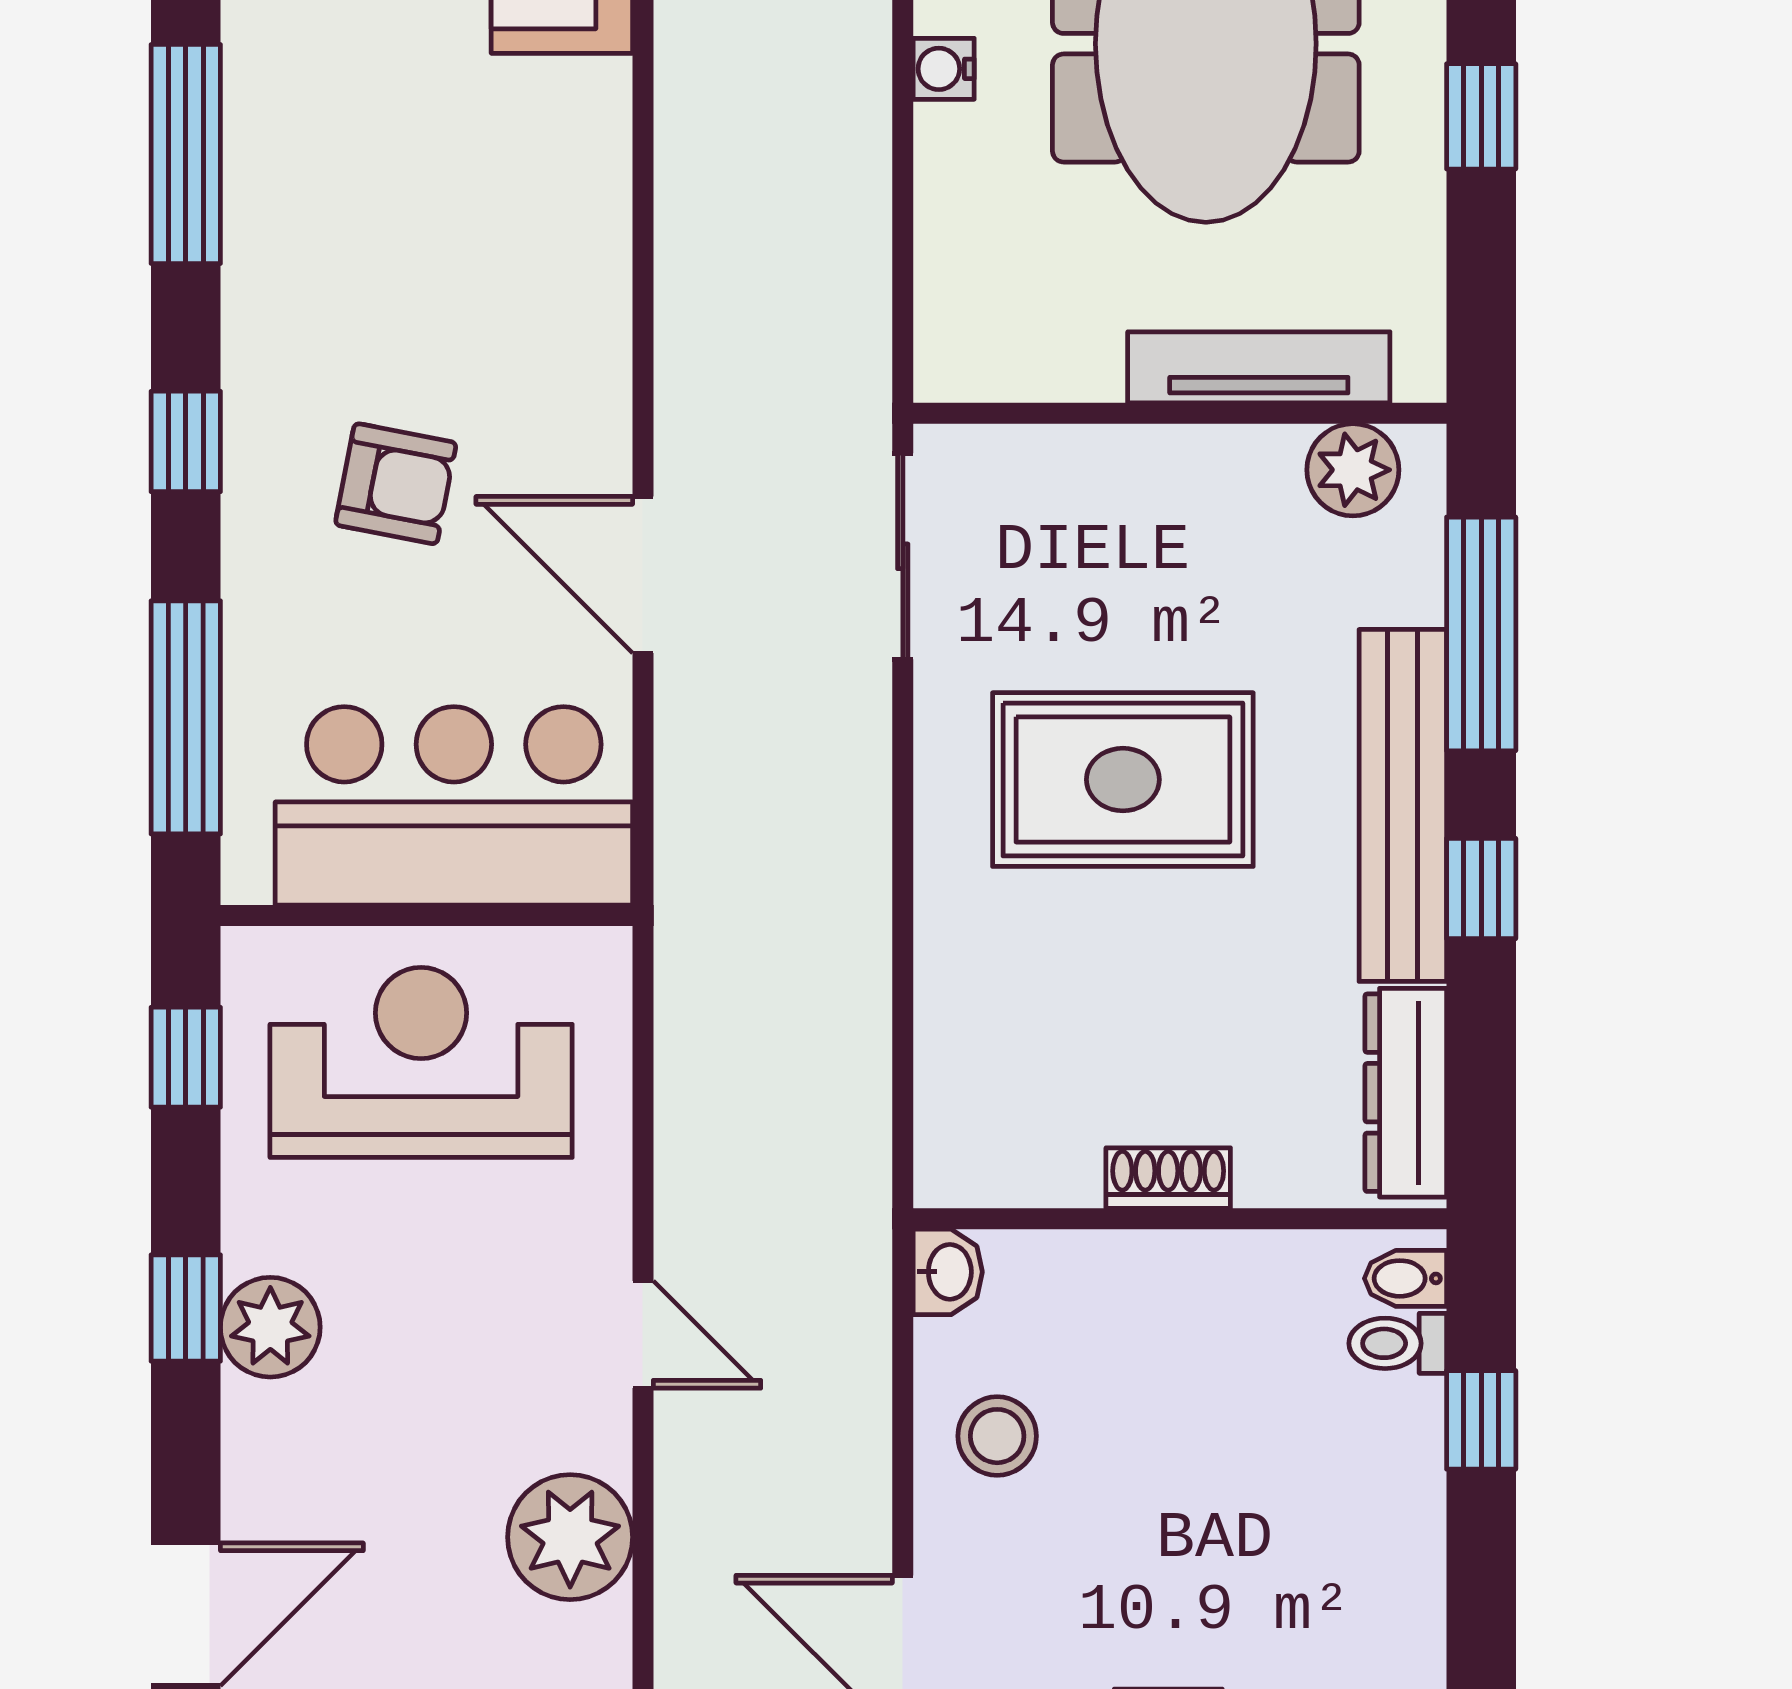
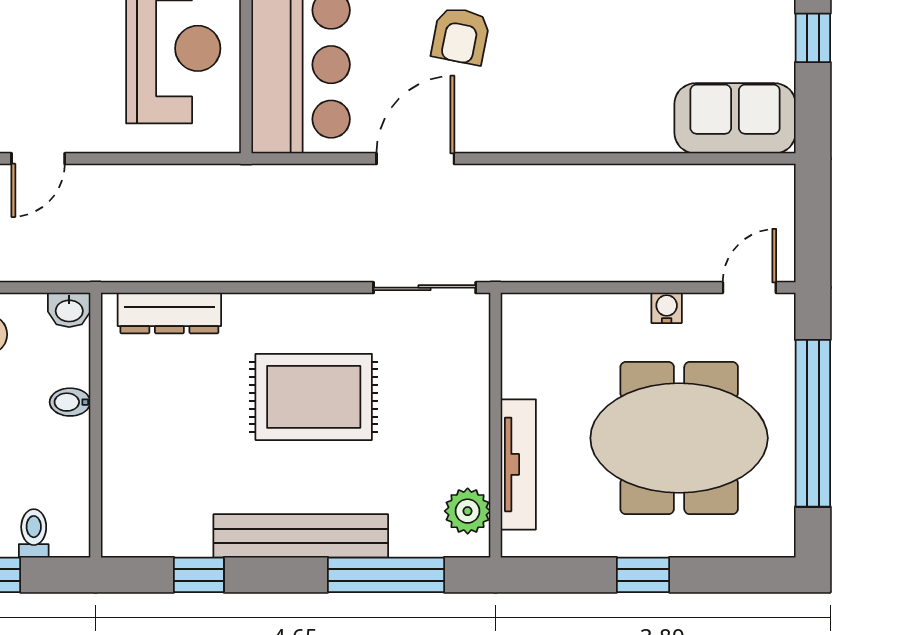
rug: (1123, 780) -> (314, 397), turned 90
window: (1481, 889) -> (199, 575), moved
dresser: (1406, 1093) -> (169, 313), moved, turned 180
shoe rack: (1168, 1178) -> (116, 419), removed
bidet: (1405, 1278) -> (70, 402), moved, turned -90

